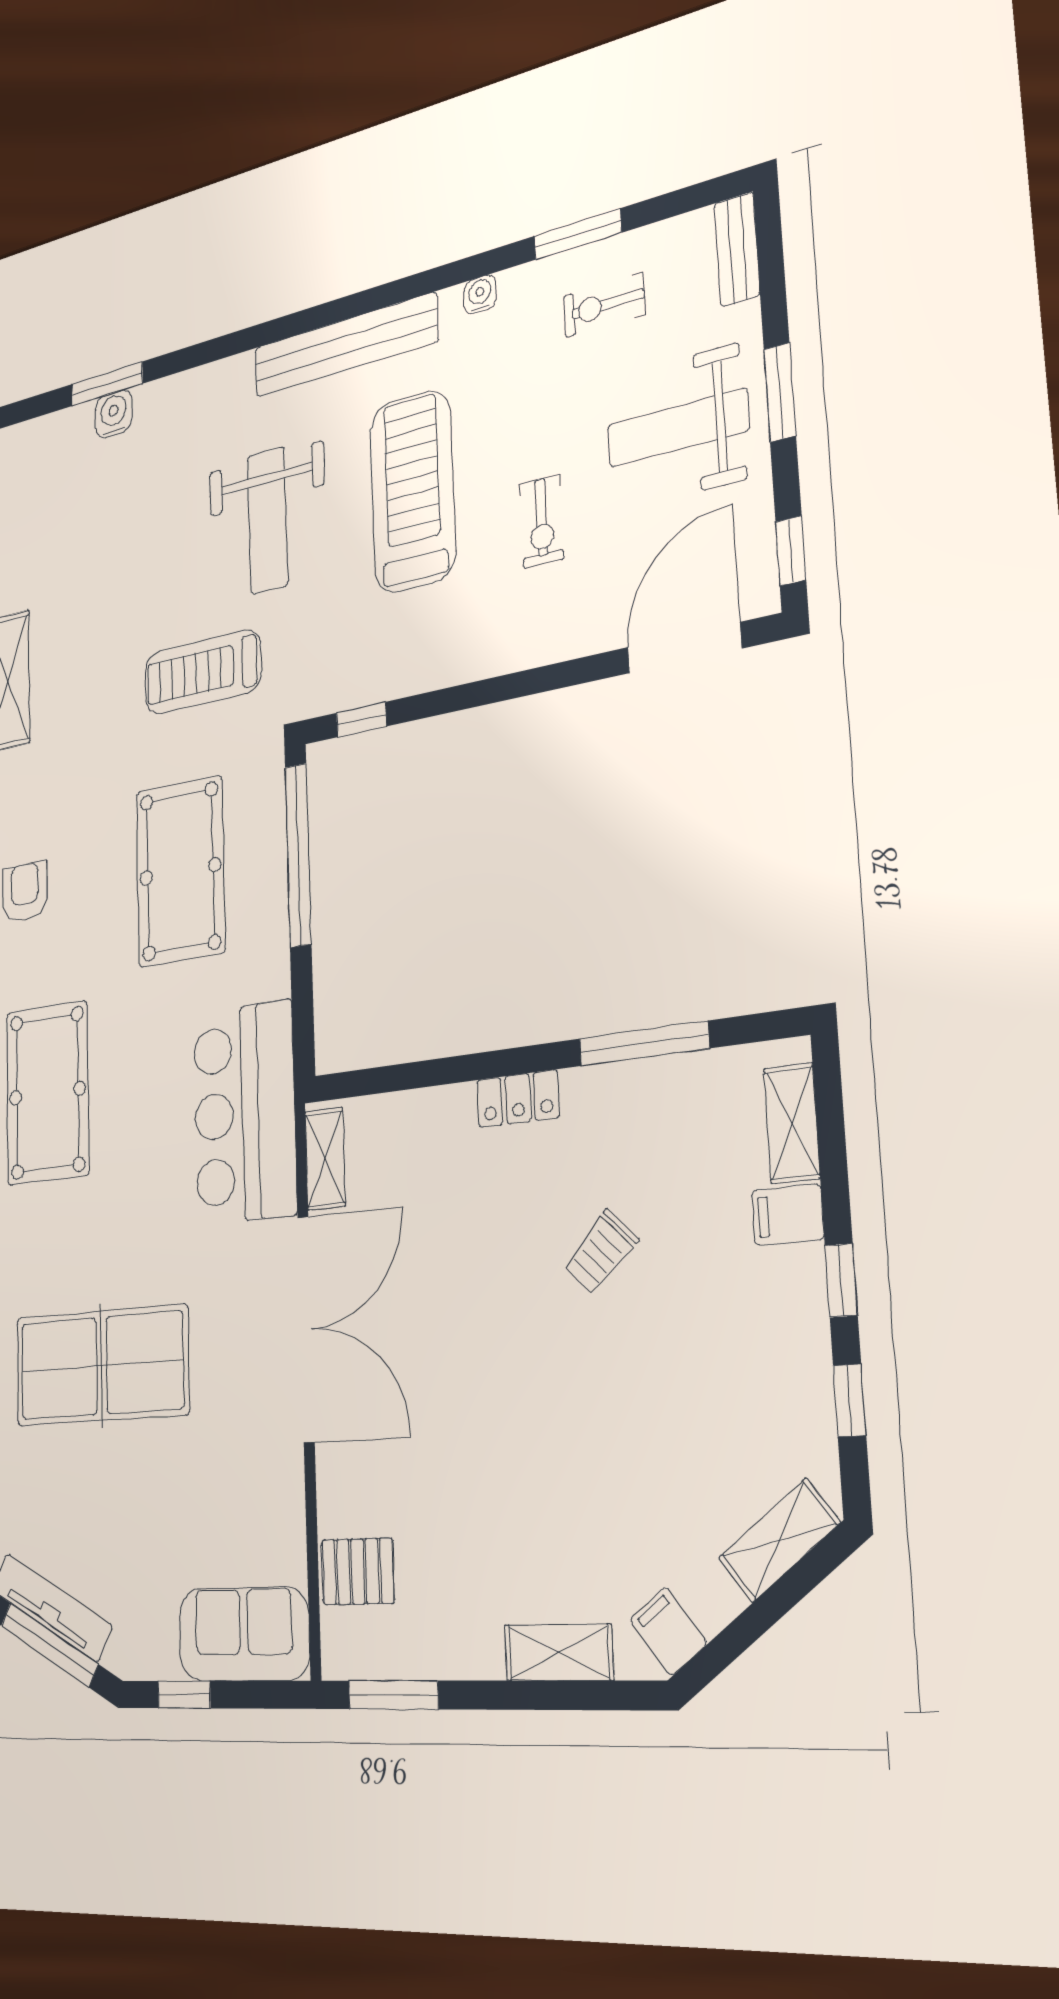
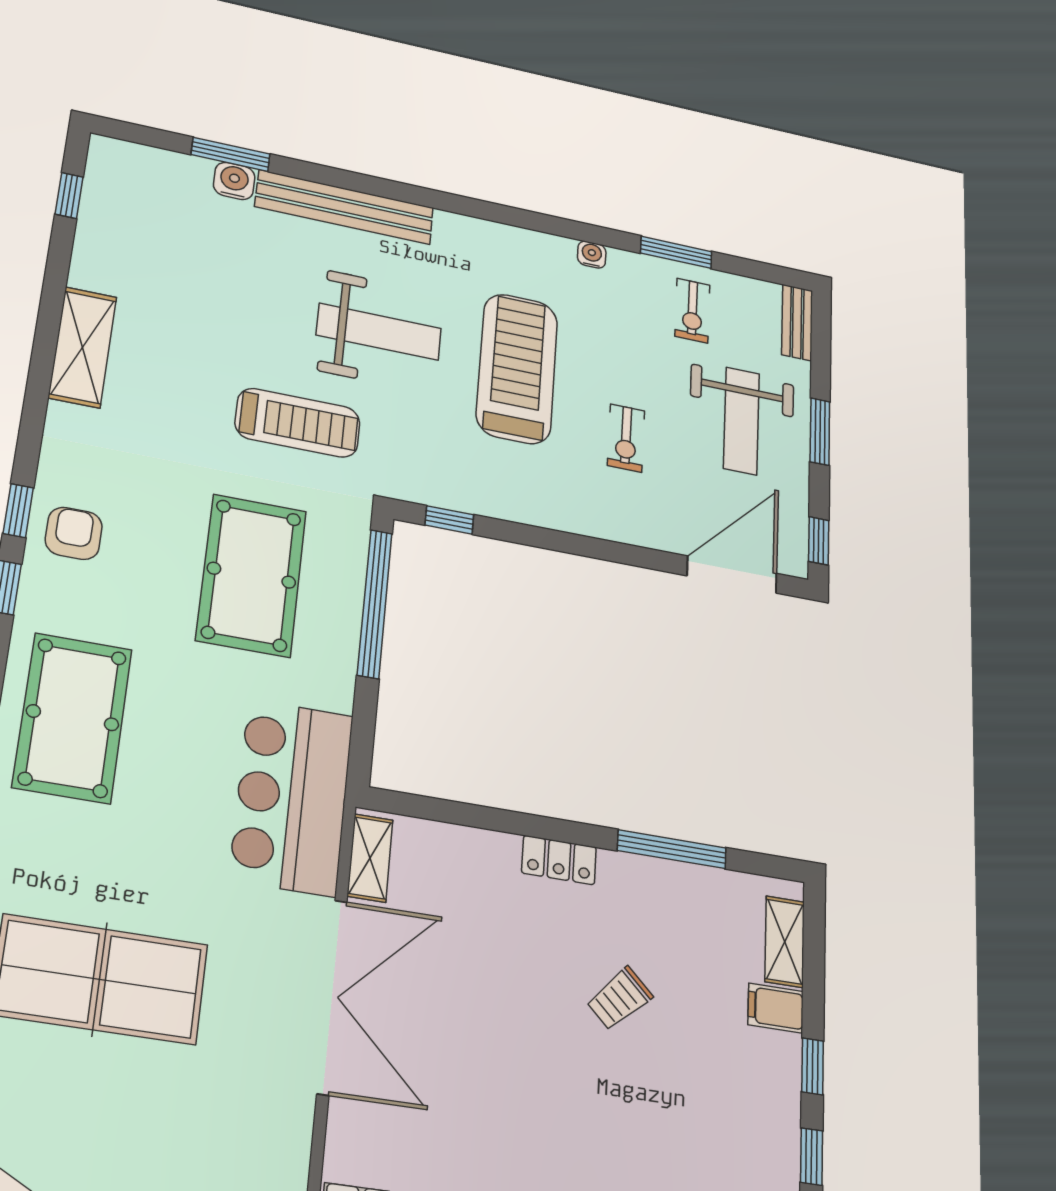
exercise bike: (604, 305) -> (692, 311), turned -90
bench: (345, 345) -> (345, 207), moved
weight bench: (678, 428) -> (741, 421), turned -90
weight bench: (268, 520) -> (379, 332), turned -90
treadmill: (203, 672) -> (298, 423), turned 180

